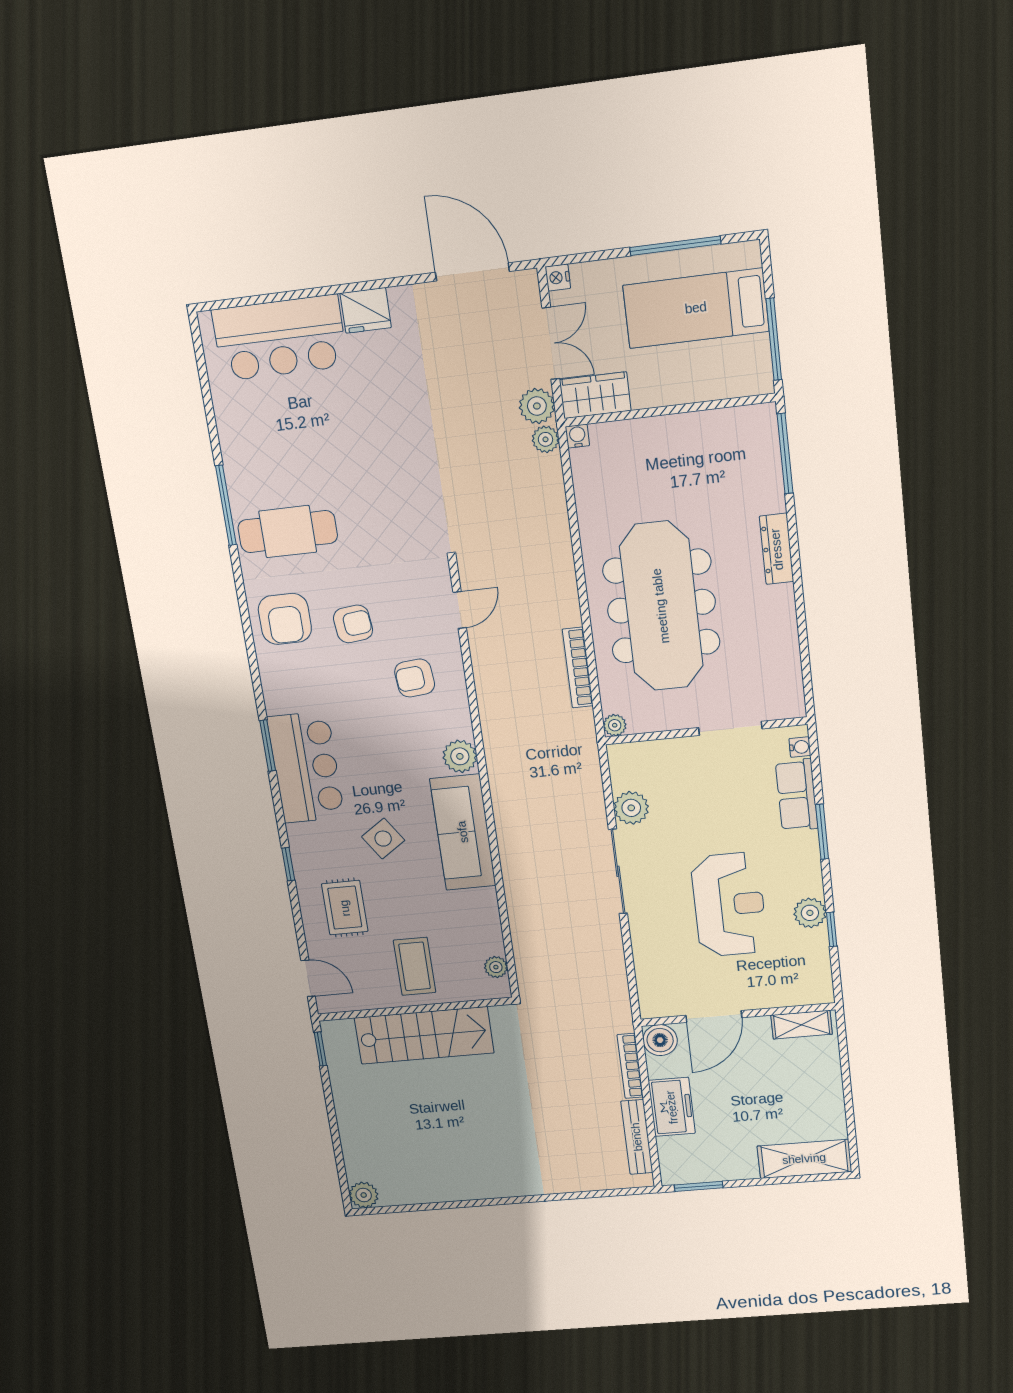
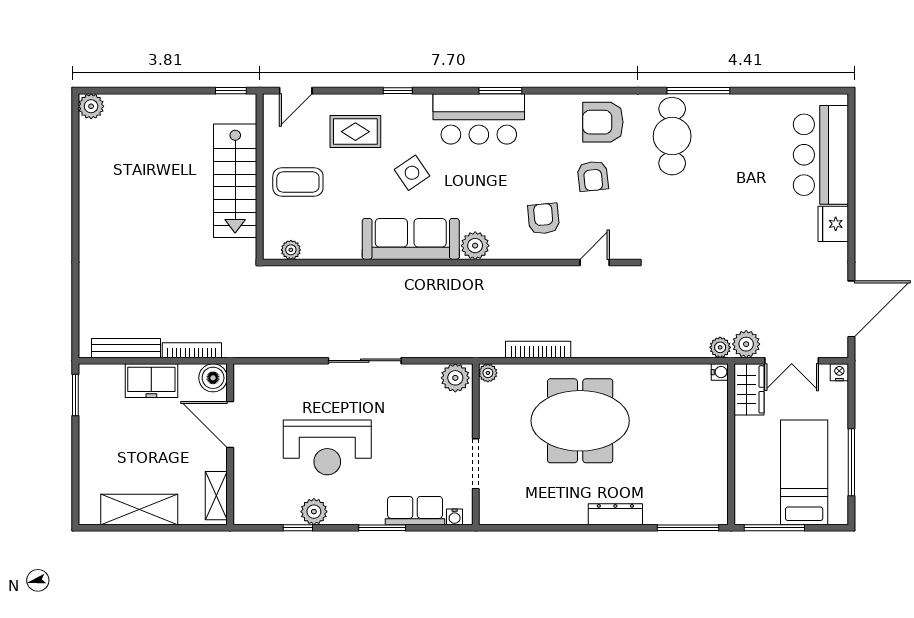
meeting table: (661, 606) -> (580, 421), width x0.73
door: (460, 610) -> (595, 262), swing flipped
plant: (631, 808) -> (455, 378), moved
shelving: (804, 1159) -> (139, 509), moved, turned 90

